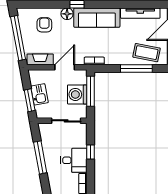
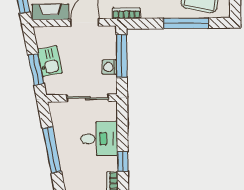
washing machine: (77, 94) -> (110, 67), width x0.53, depth x0.53
window: (91, 152) -> (123, 161), moved
desk: (74, 160) -> (99, 139), moved

